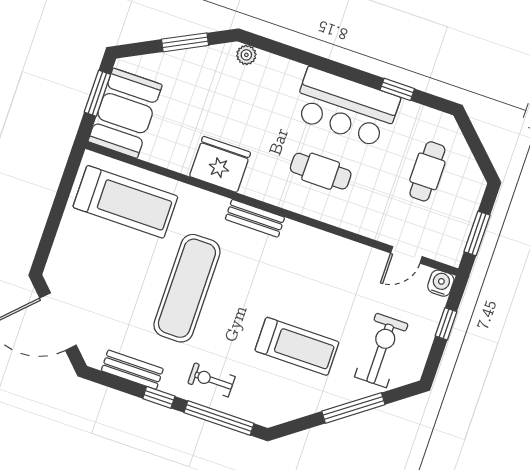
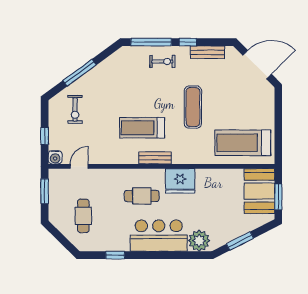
plant: (246, 55) -> (199, 241), width x1.88, depth x1.88
bar counter: (346, 107) -> (159, 236), moved
fridge: (220, 164) -> (180, 181), moved
bench: (255, 218) -> (155, 158), moved
exercise mat: (187, 288) -> (193, 107), width x0.73, depth x0.69
treadmill: (297, 346) -> (142, 128), moved
exercise bike: (381, 350) -> (75, 109), width x0.73, depth x0.72

